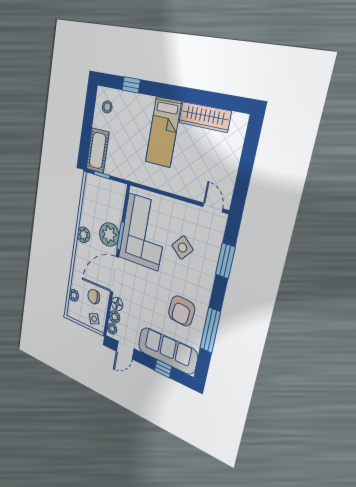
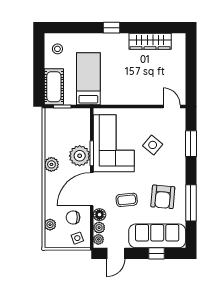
window: (131, 85) -> (112, 28), moved
bed: (163, 132) -> (88, 79), moved, turned 180
coffee table: (145, 299) -> (127, 200), added

